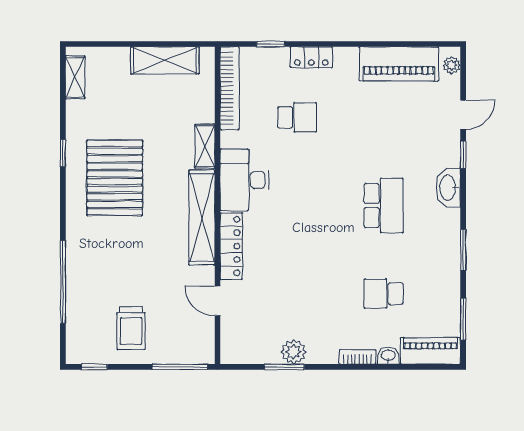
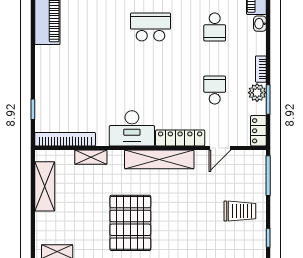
locker: (311, 57) -> (258, 131), moved, turned 180
school desk: (297, 117) -> (215, 90), moved
shelving: (205, 146) -> (91, 157), moved
pallet: (115, 178) -> (130, 223), turned 90
bookcase: (358, 357) -> (261, 69), moved

